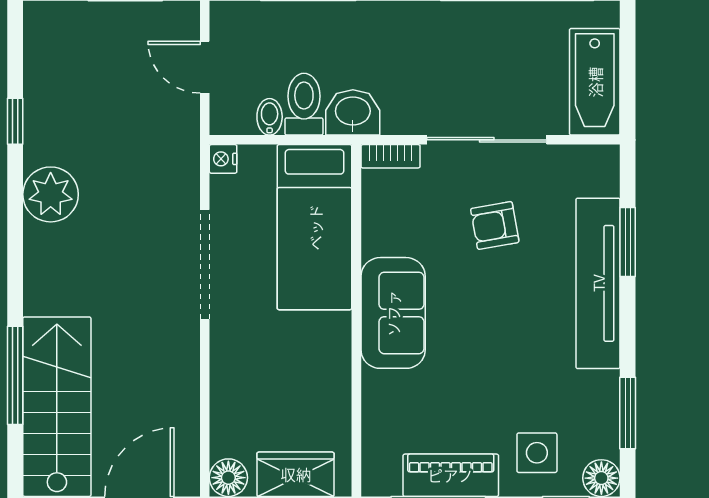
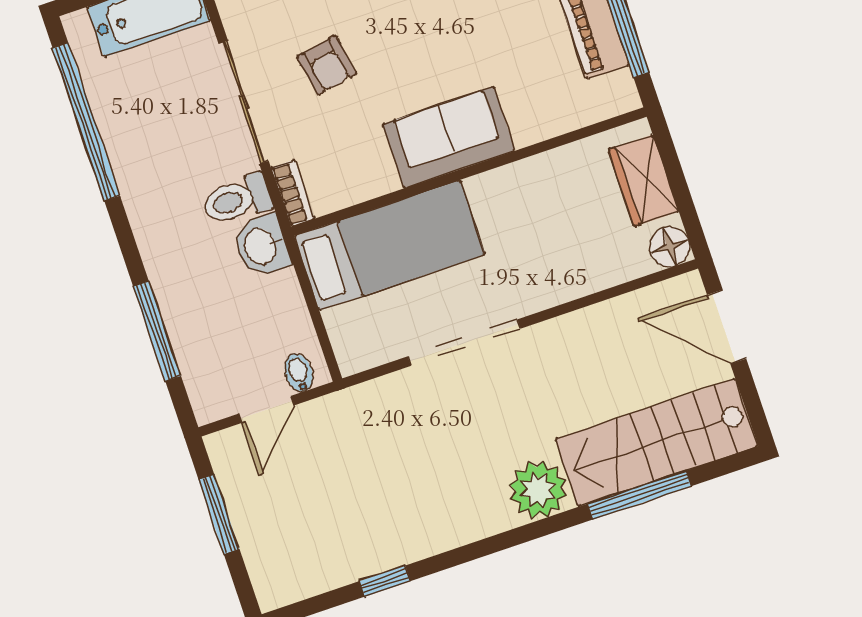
toilet: (304, 104) -> (237, 200), moved
bidet: (270, 117) -> (299, 373), moved, turned 90
nightstand: (223, 159) -> (352, 360), removed
plant: (51, 194) -> (538, 490), moved

